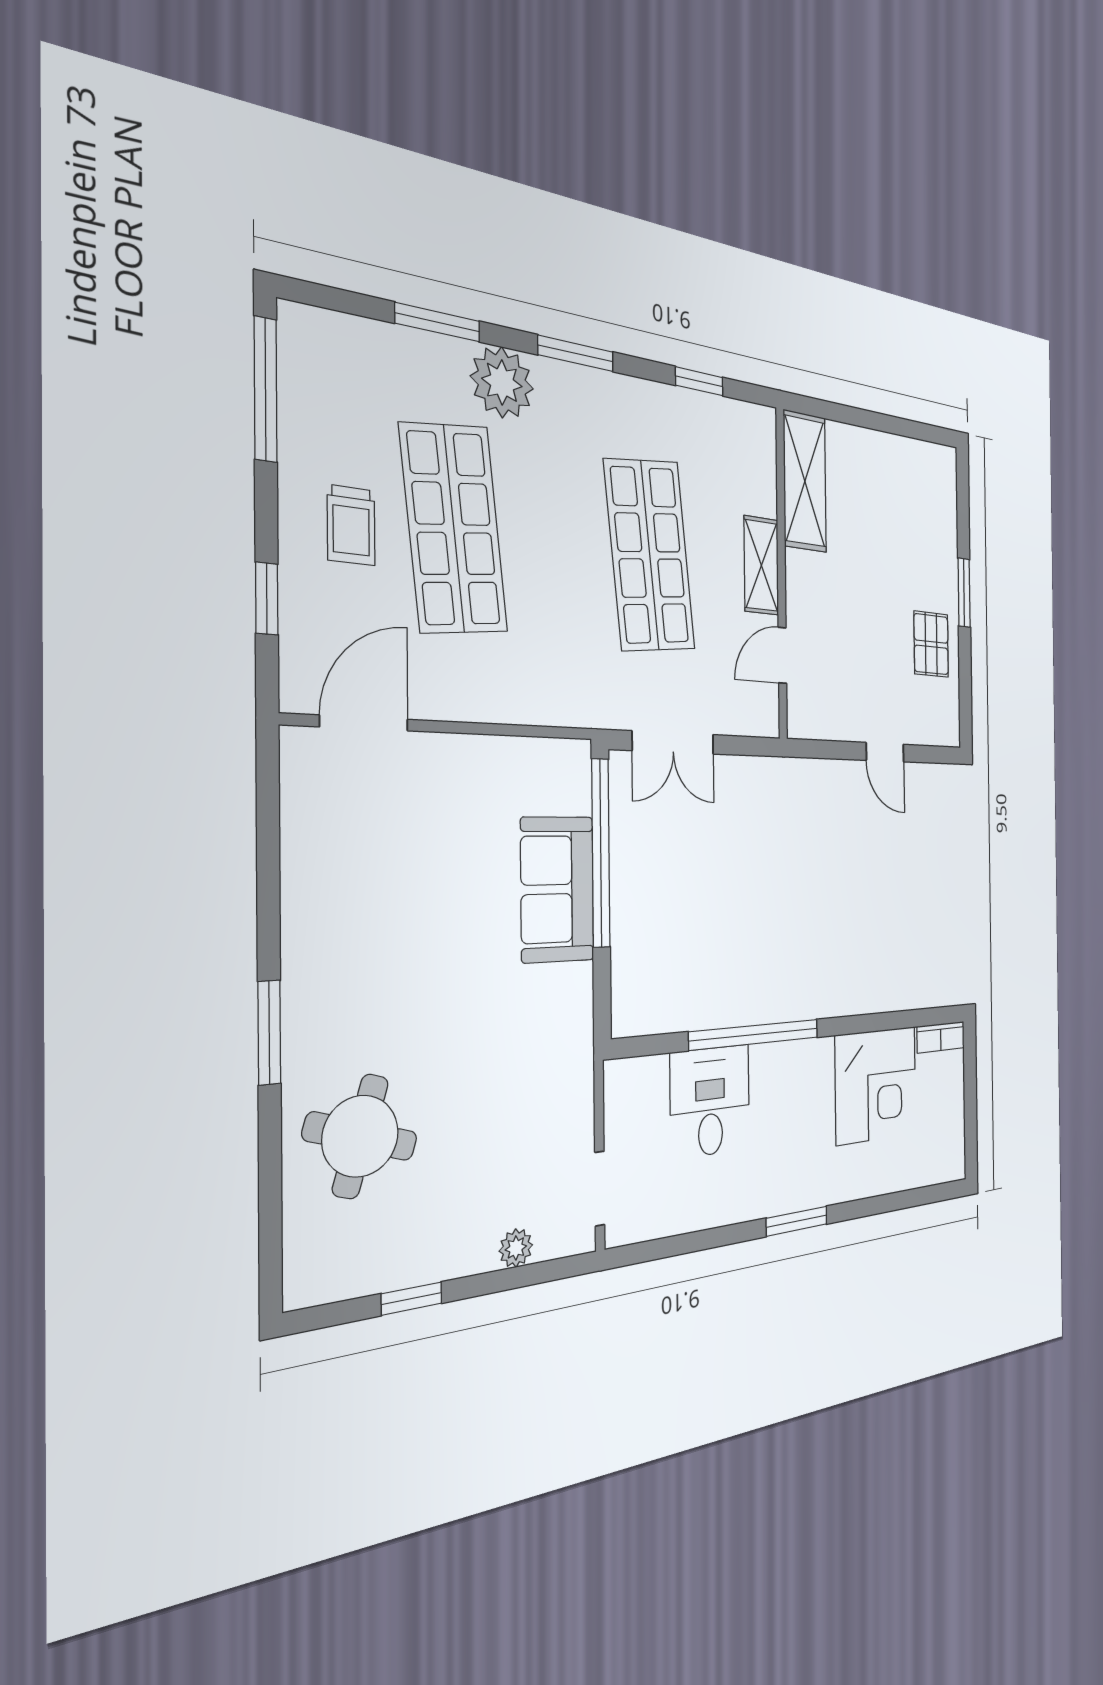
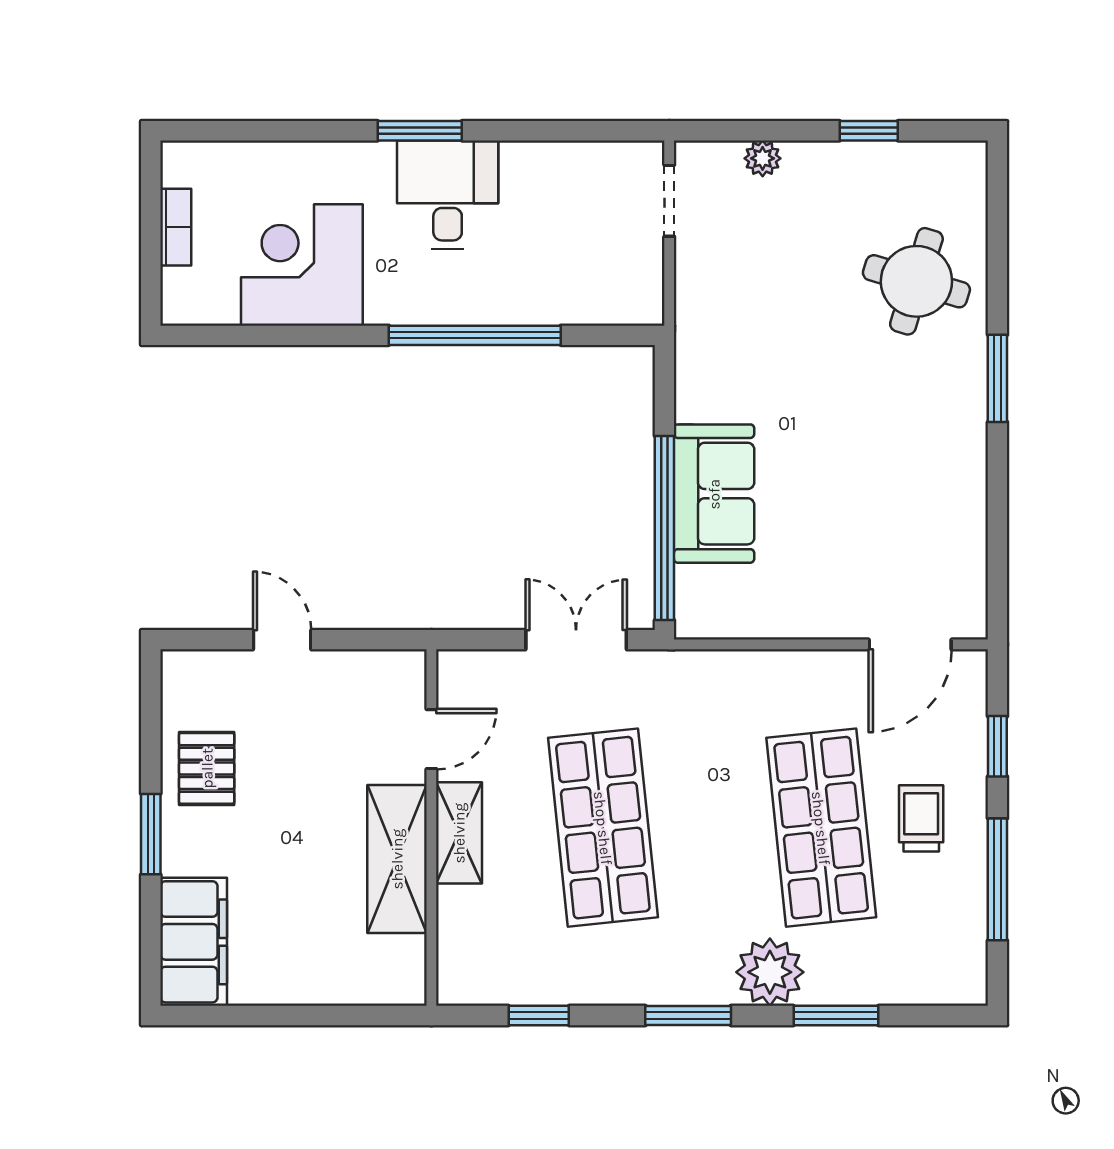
window: (266, 389) -> (997, 879), moved
shelving: (805, 481) -> (397, 859), moved
filing cabinet: (937, 497) -> (194, 942), added
bookcase: (941, 1037) -> (176, 227), moved, turned 90
desk: (710, 1101) -> (448, 195), moved, turned 180

